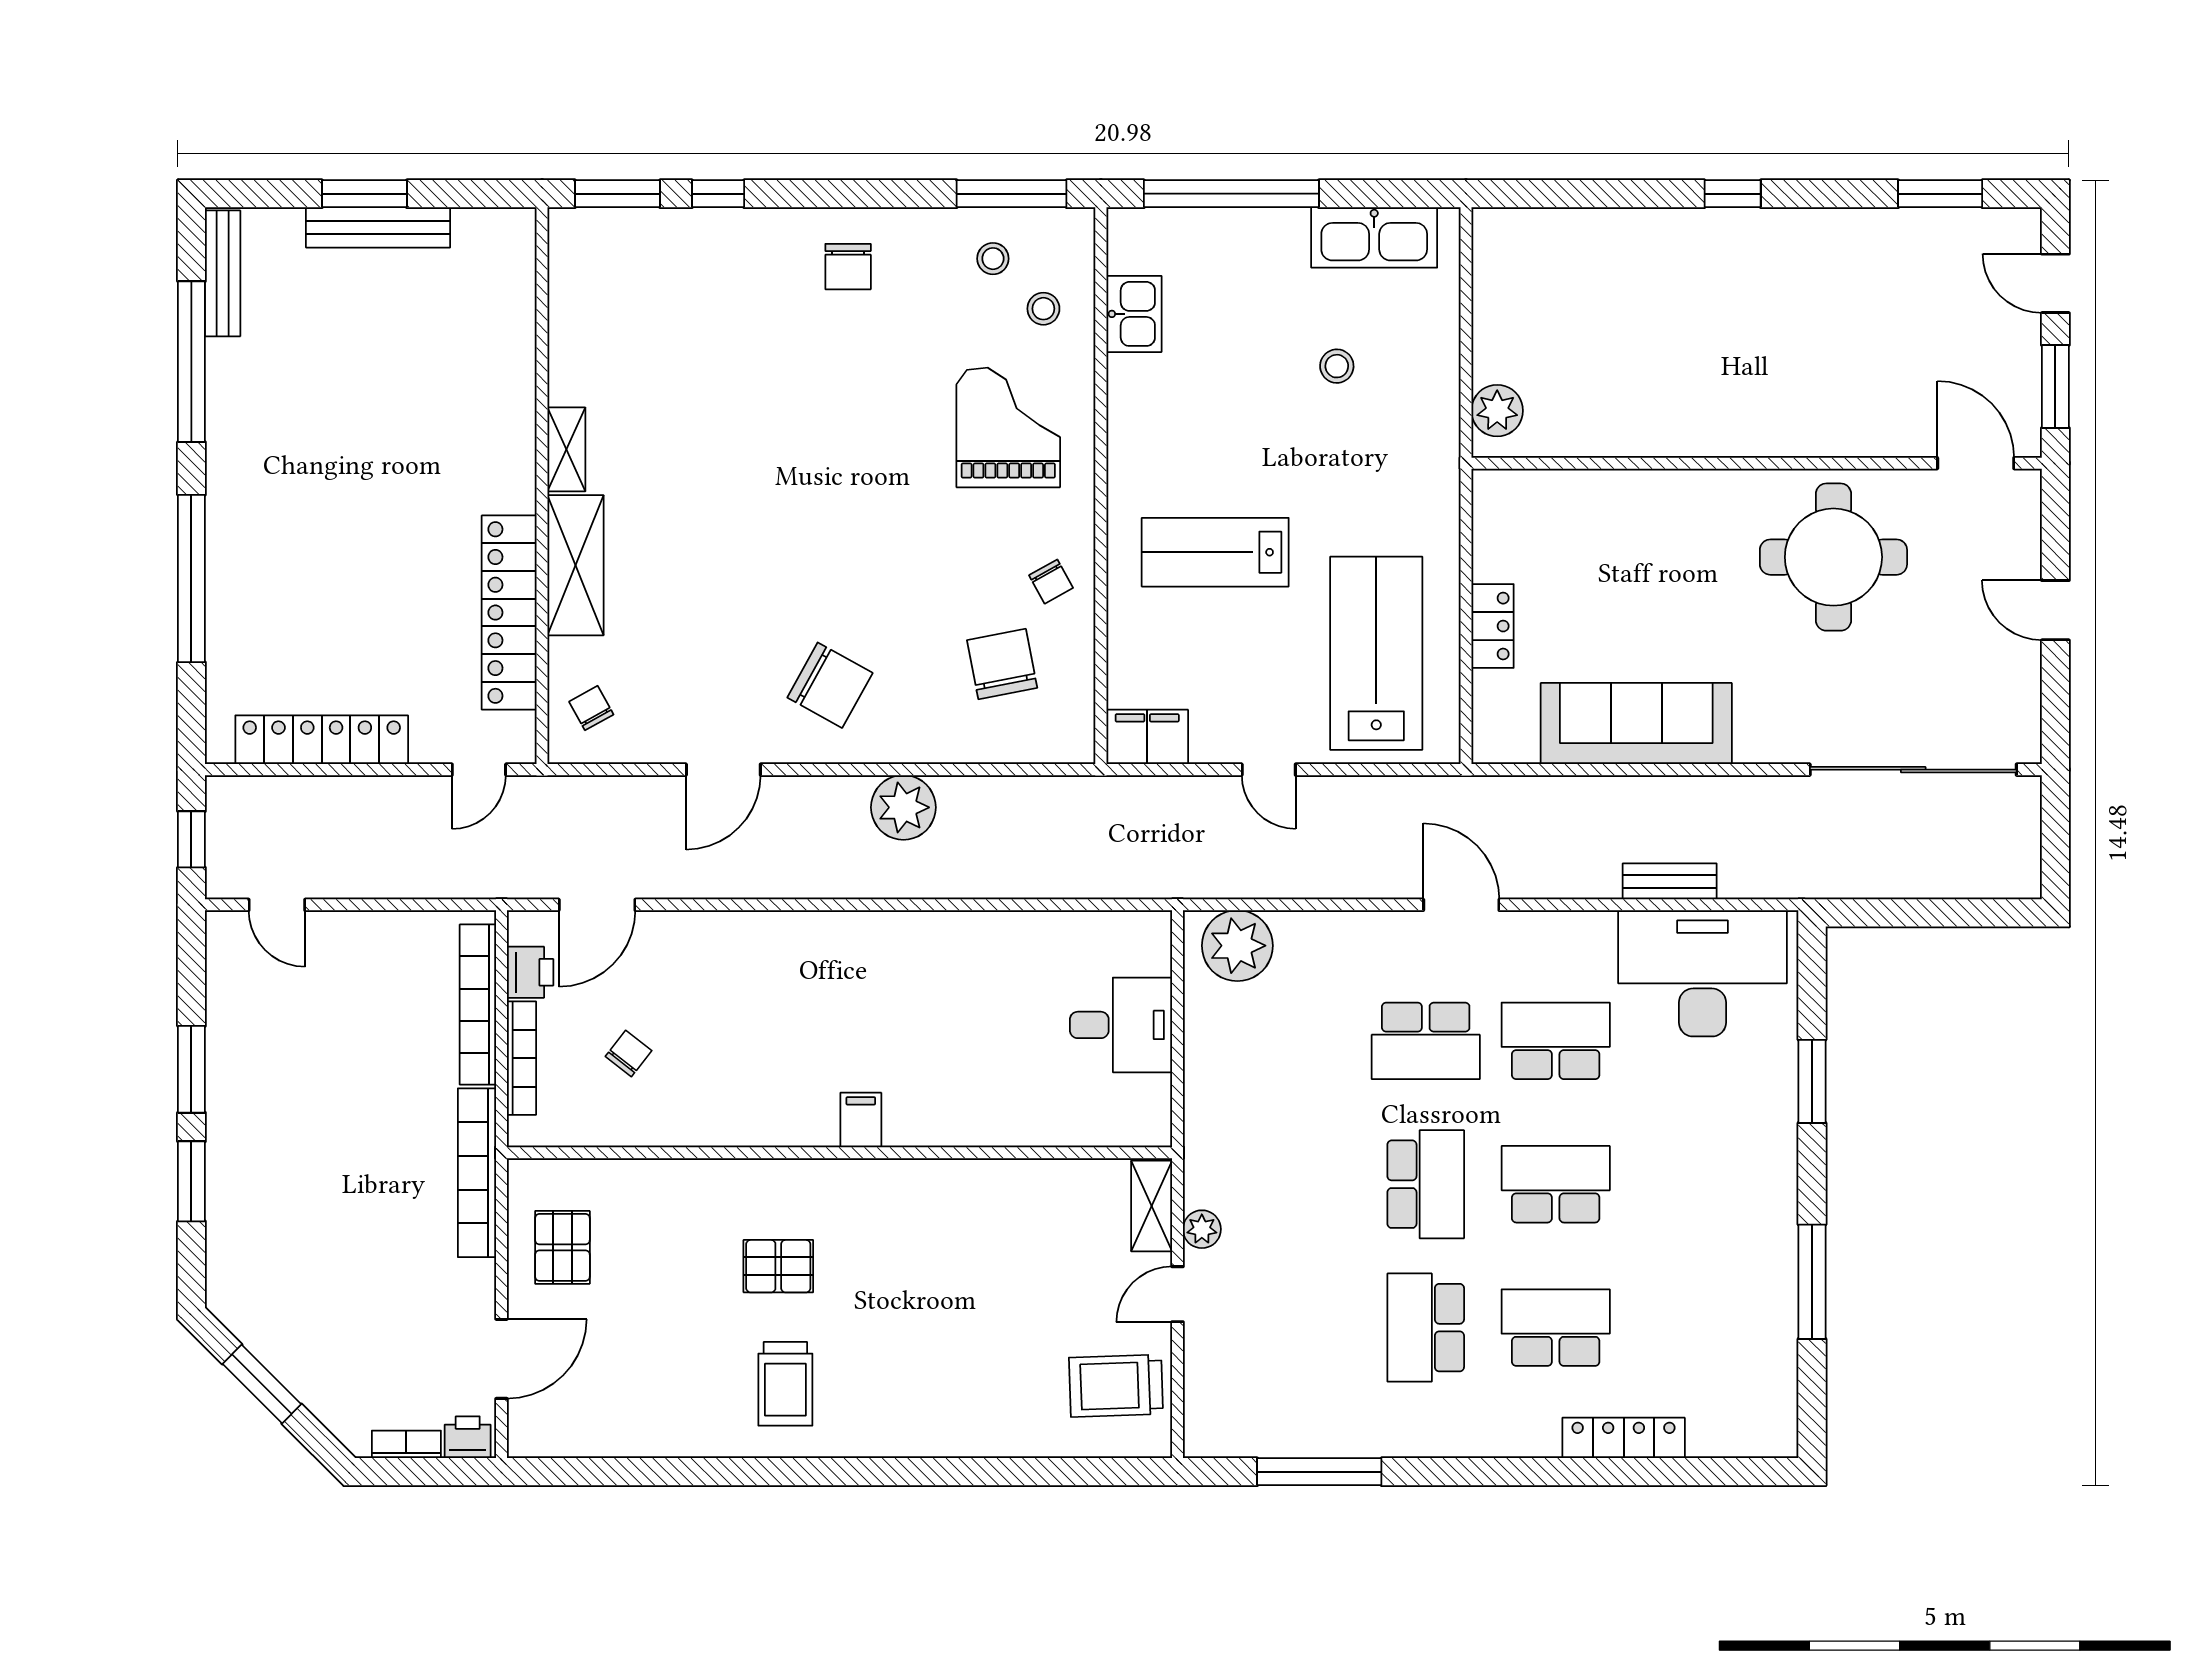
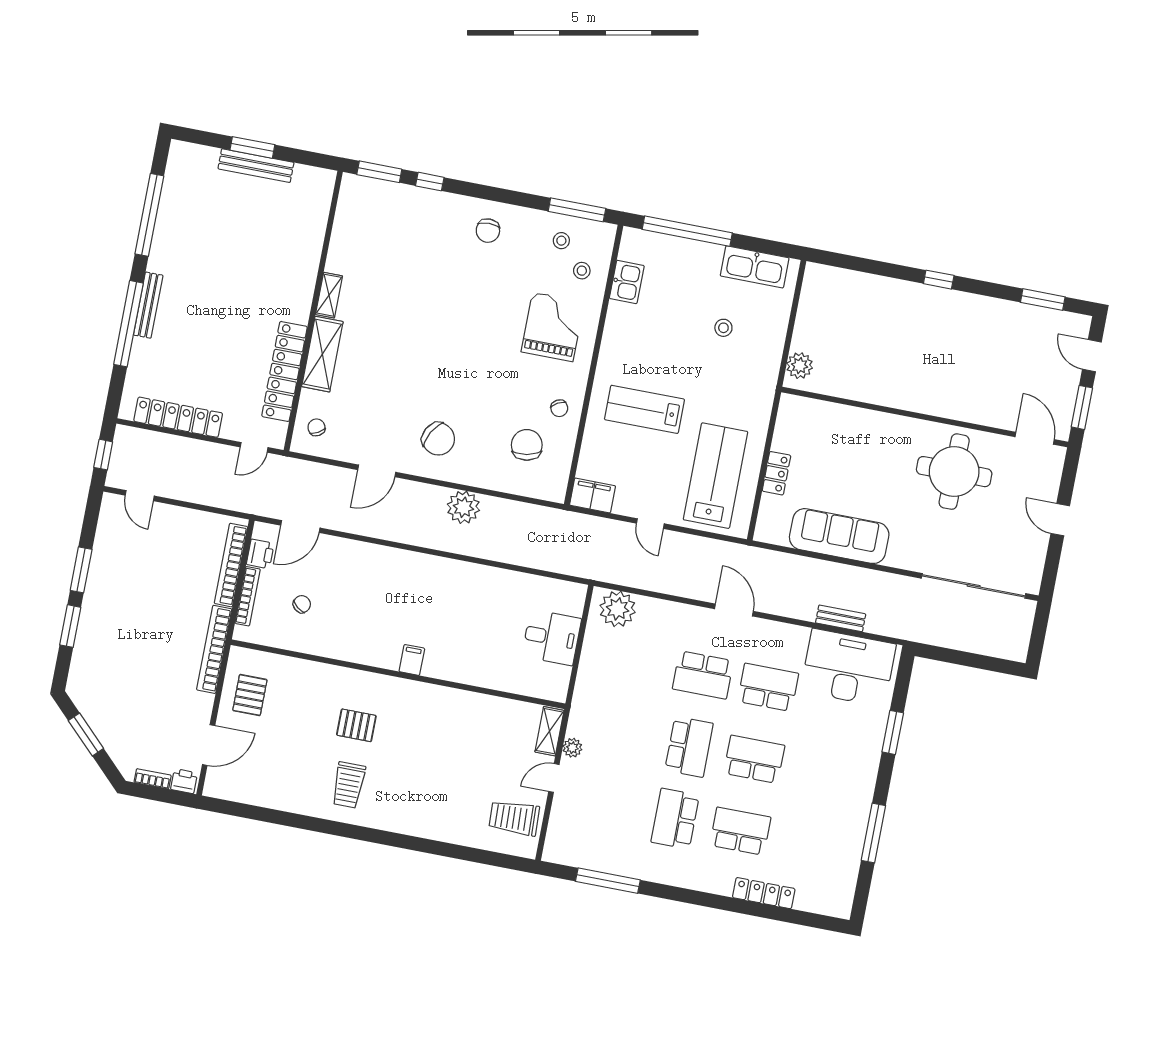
bench: (223, 273) -> (148, 305), moved

